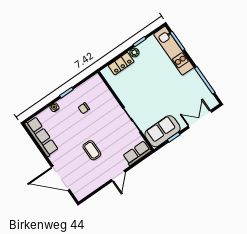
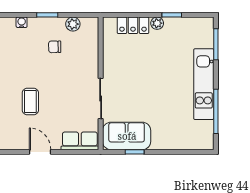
kitchen unit: (174, 51) -> (204, 84), moved
plant: (85, 87) -> (73, 24), added
double door: (200, 119) -> (179, 152), removed
door: (118, 176) -> (40, 152), swing flipped

